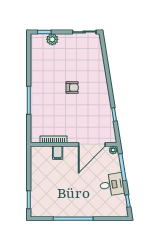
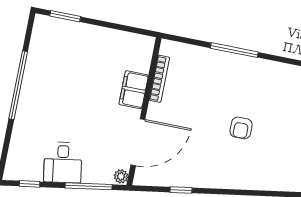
door: (92, 144) -> (138, 142), swing flipped
filing cabinet: (58, 153) -> (134, 90), width x2.00

